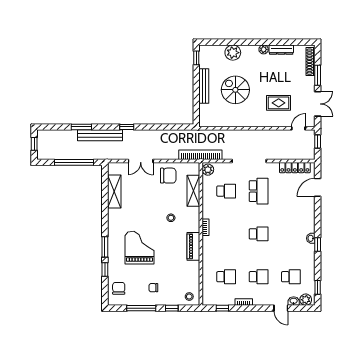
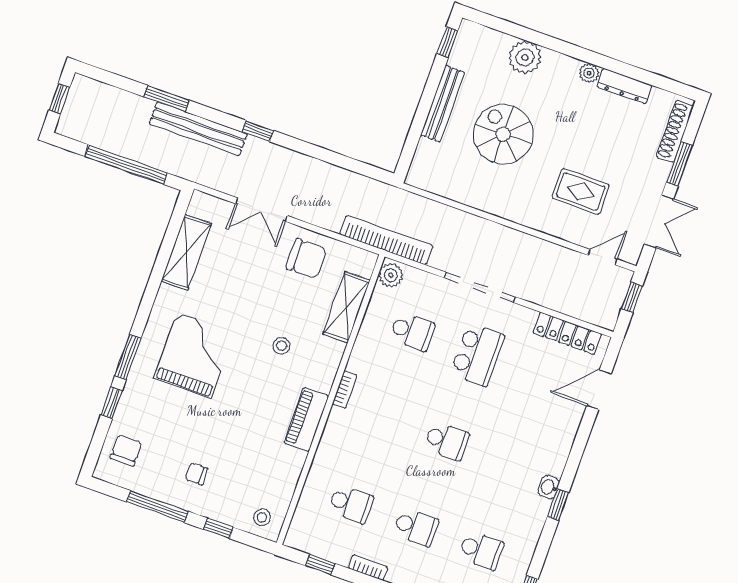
grand piano: (140, 248) -> (194, 355), moved

